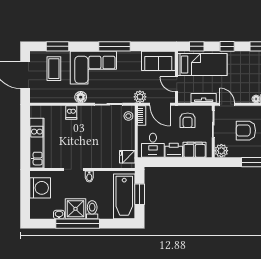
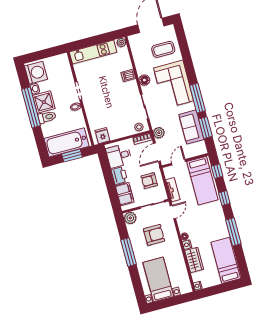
window: (58, 46) -> (205, 128), moved
sofa: (158, 61) -> (191, 127), moved
plant: (35, 111) -> (121, 43), added
armchair: (246, 131) -> (154, 235), turned 90
washing machine: (40, 188) -> (36, 73), moved, turned -90

